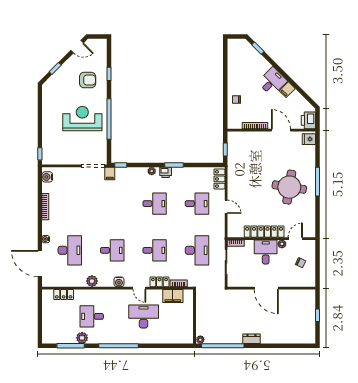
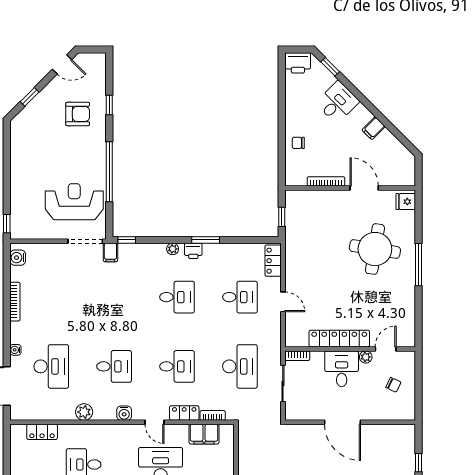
desk: (272, 82) -> (337, 102), moved
reception desk: (82, 119) -> (74, 202), moved
printer: (308, 120) -> (298, 63), moved, turned -90
round table: (289, 187) -> (375, 249), moved

